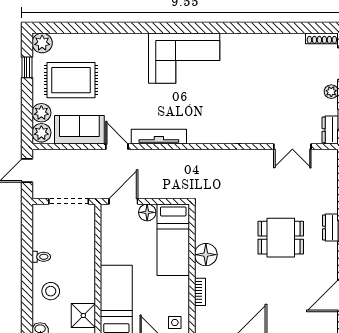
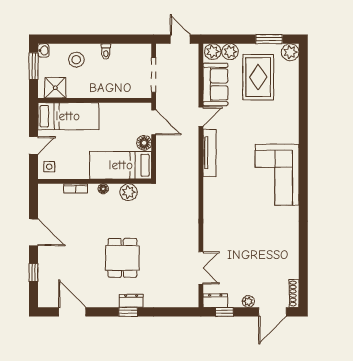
window: (27, 67) -> (269, 39), width x1.50
double door: (292, 147) -> (201, 268), swing flipped
plant: (204, 230) -> (129, 192), added
floor lamp: (206, 255) -> (103, 189), width x0.53, depth x0.53

